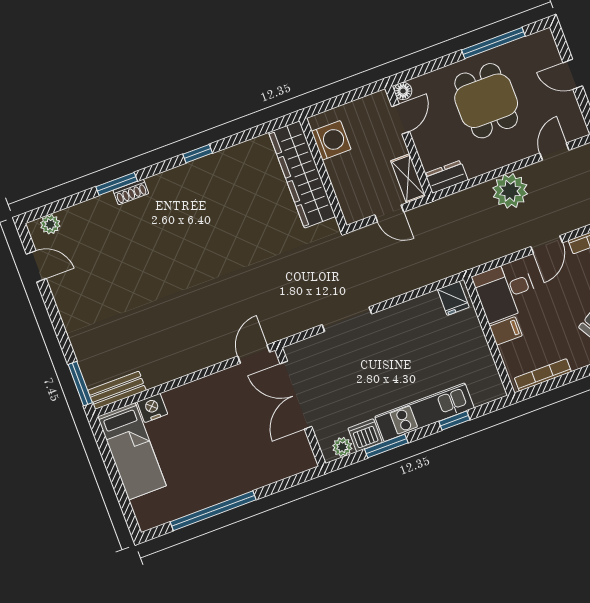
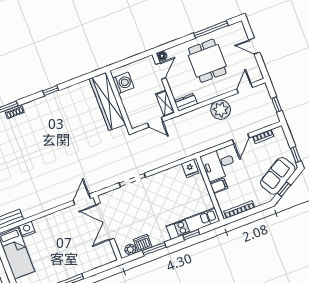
kitchen unit: (424, 412) -> (193, 223), moved

